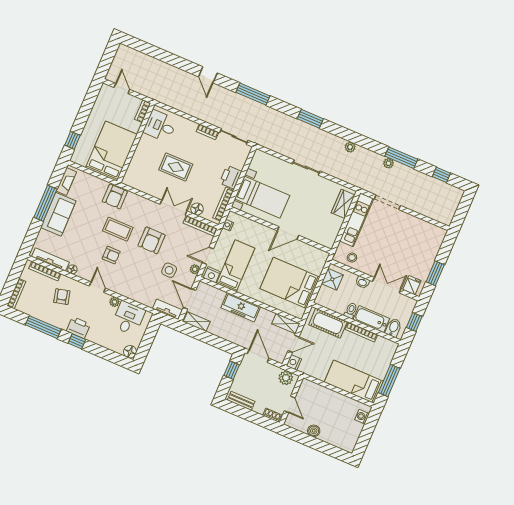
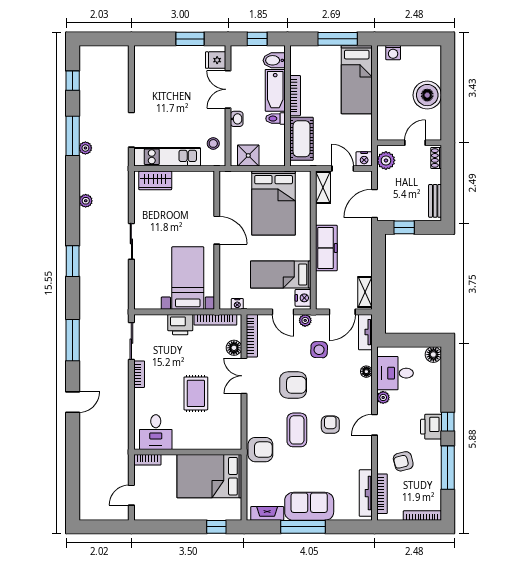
floor lamp: (72, 269) -> (366, 372), moved
boiler: (314, 431) -> (427, 95), width x1.86, depth x1.86

